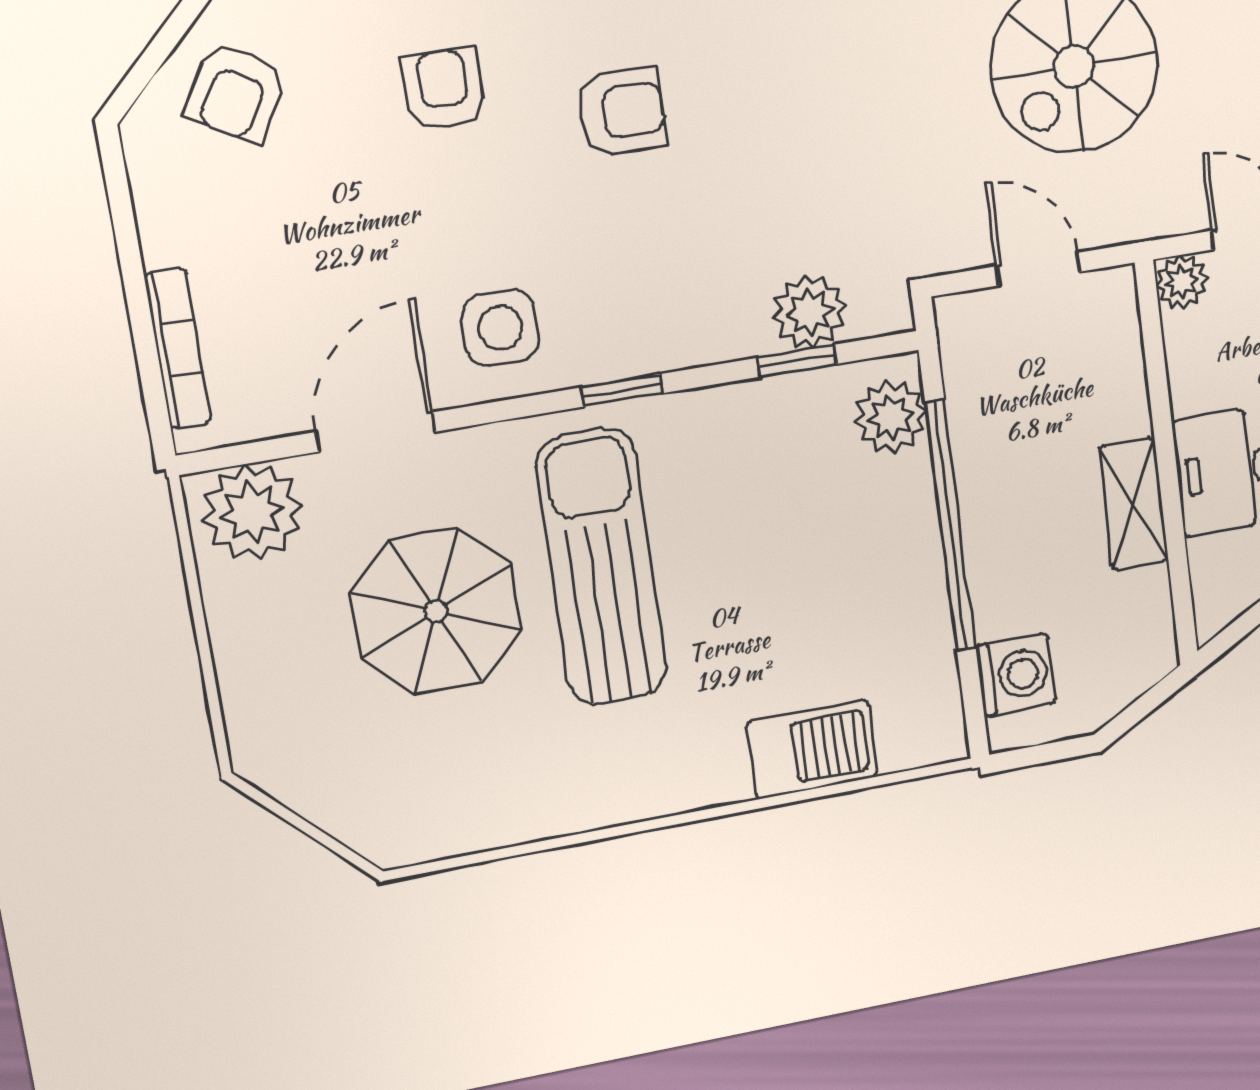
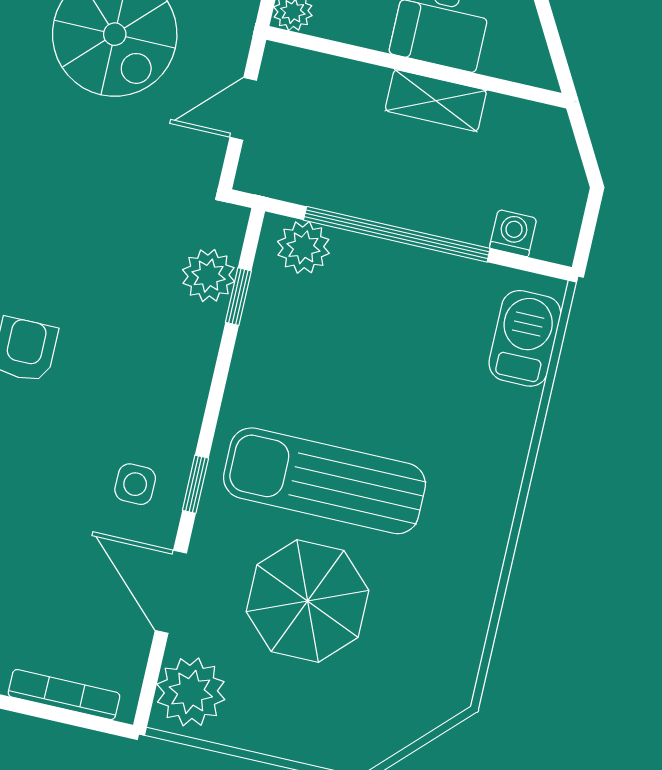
side table: (500, 328) -> (135, 484), width x0.73, depth x0.73
window: (622, 390) -> (195, 484), moved
washing machine: (1016, 675) -> (513, 233), width x0.73, depth x0.73
barbecue: (812, 749) -> (525, 338), moved

